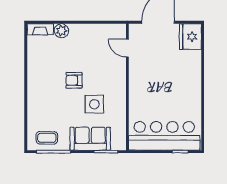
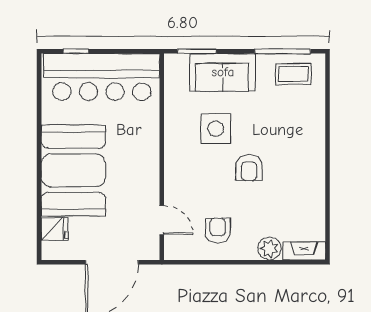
fridge: (190, 37) -> (55, 229), width x0.53, depth x0.75
armchair: (93, 42) -> (218, 231), added
booth: (182, 79) -> (73, 170), added
armchair: (74, 80) -> (249, 168), turned 90

